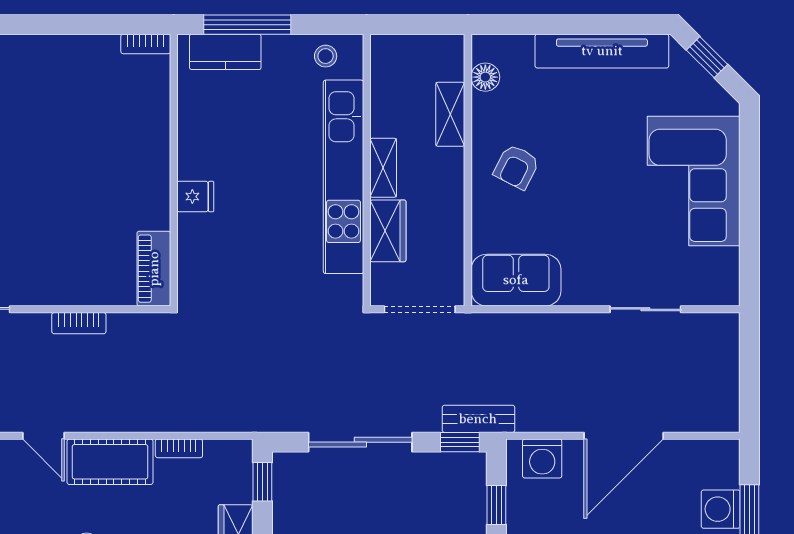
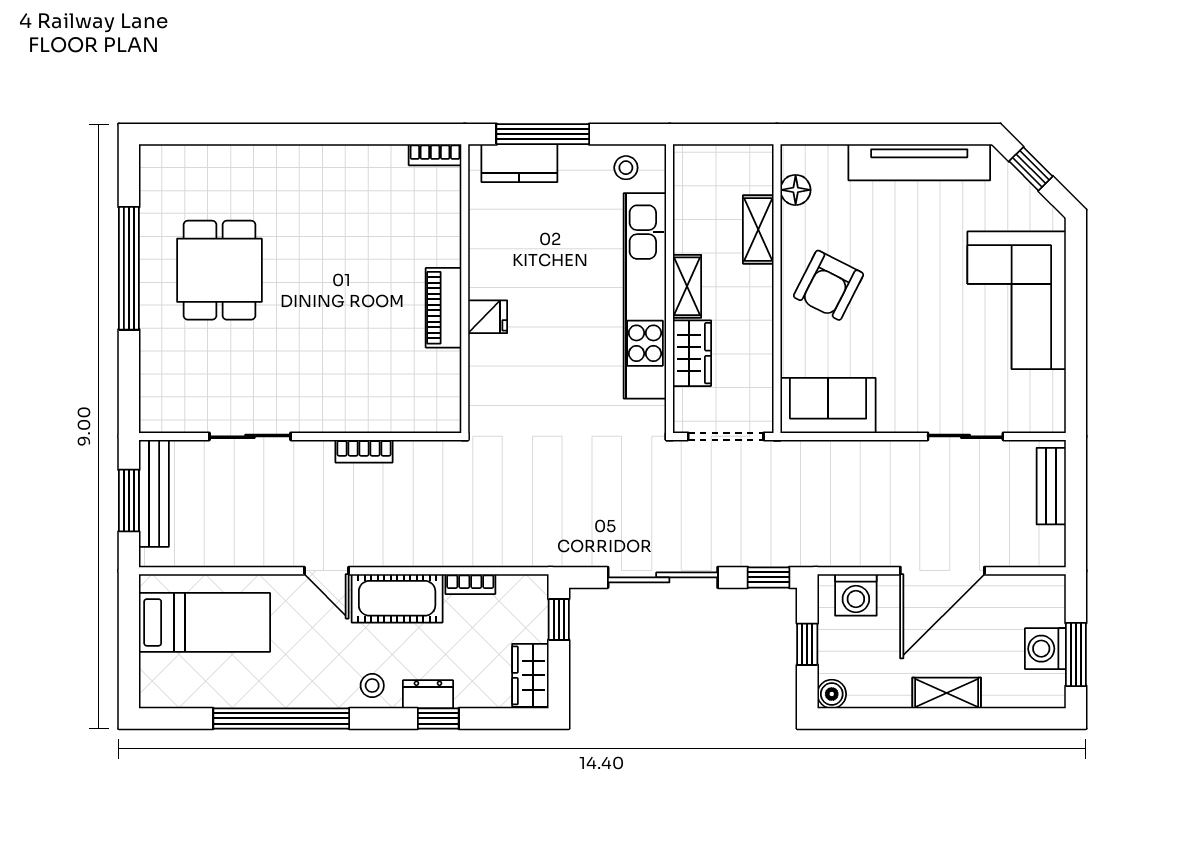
armchair: (516, 167) -> (829, 285), width x1.38, depth x1.38
piano: (154, 269) -> (444, 308), moved
bench: (478, 419) -> (1051, 486), moved, turned 90

